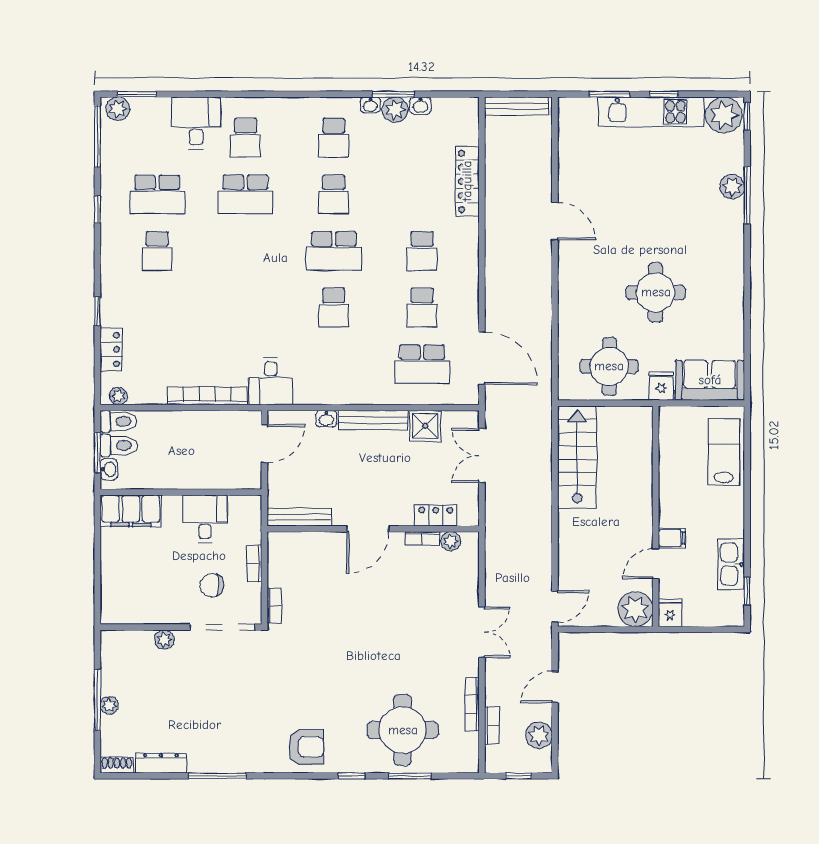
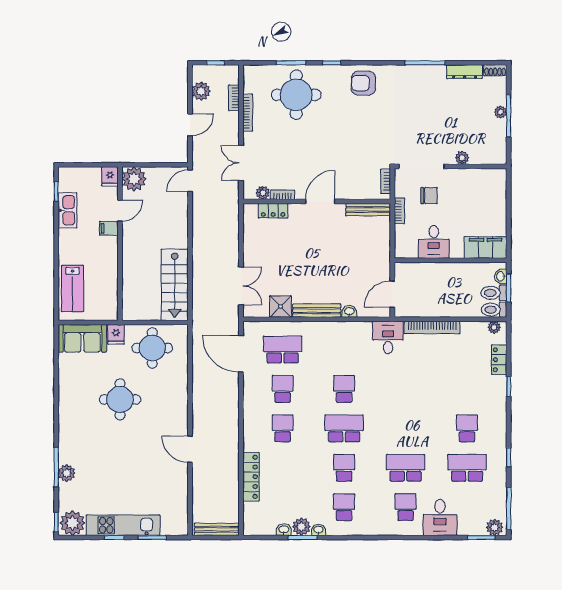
locker: (436, 515) -> (273, 211), moved
bench: (299, 517) -> (368, 210), moved
door: (368, 529) -> (320, 201), moved
wall: (373, 529) -> (317, 201), moved
bookcase: (422, 538) -> (283, 195), moved
plant: (451, 541) -> (263, 193), moved

